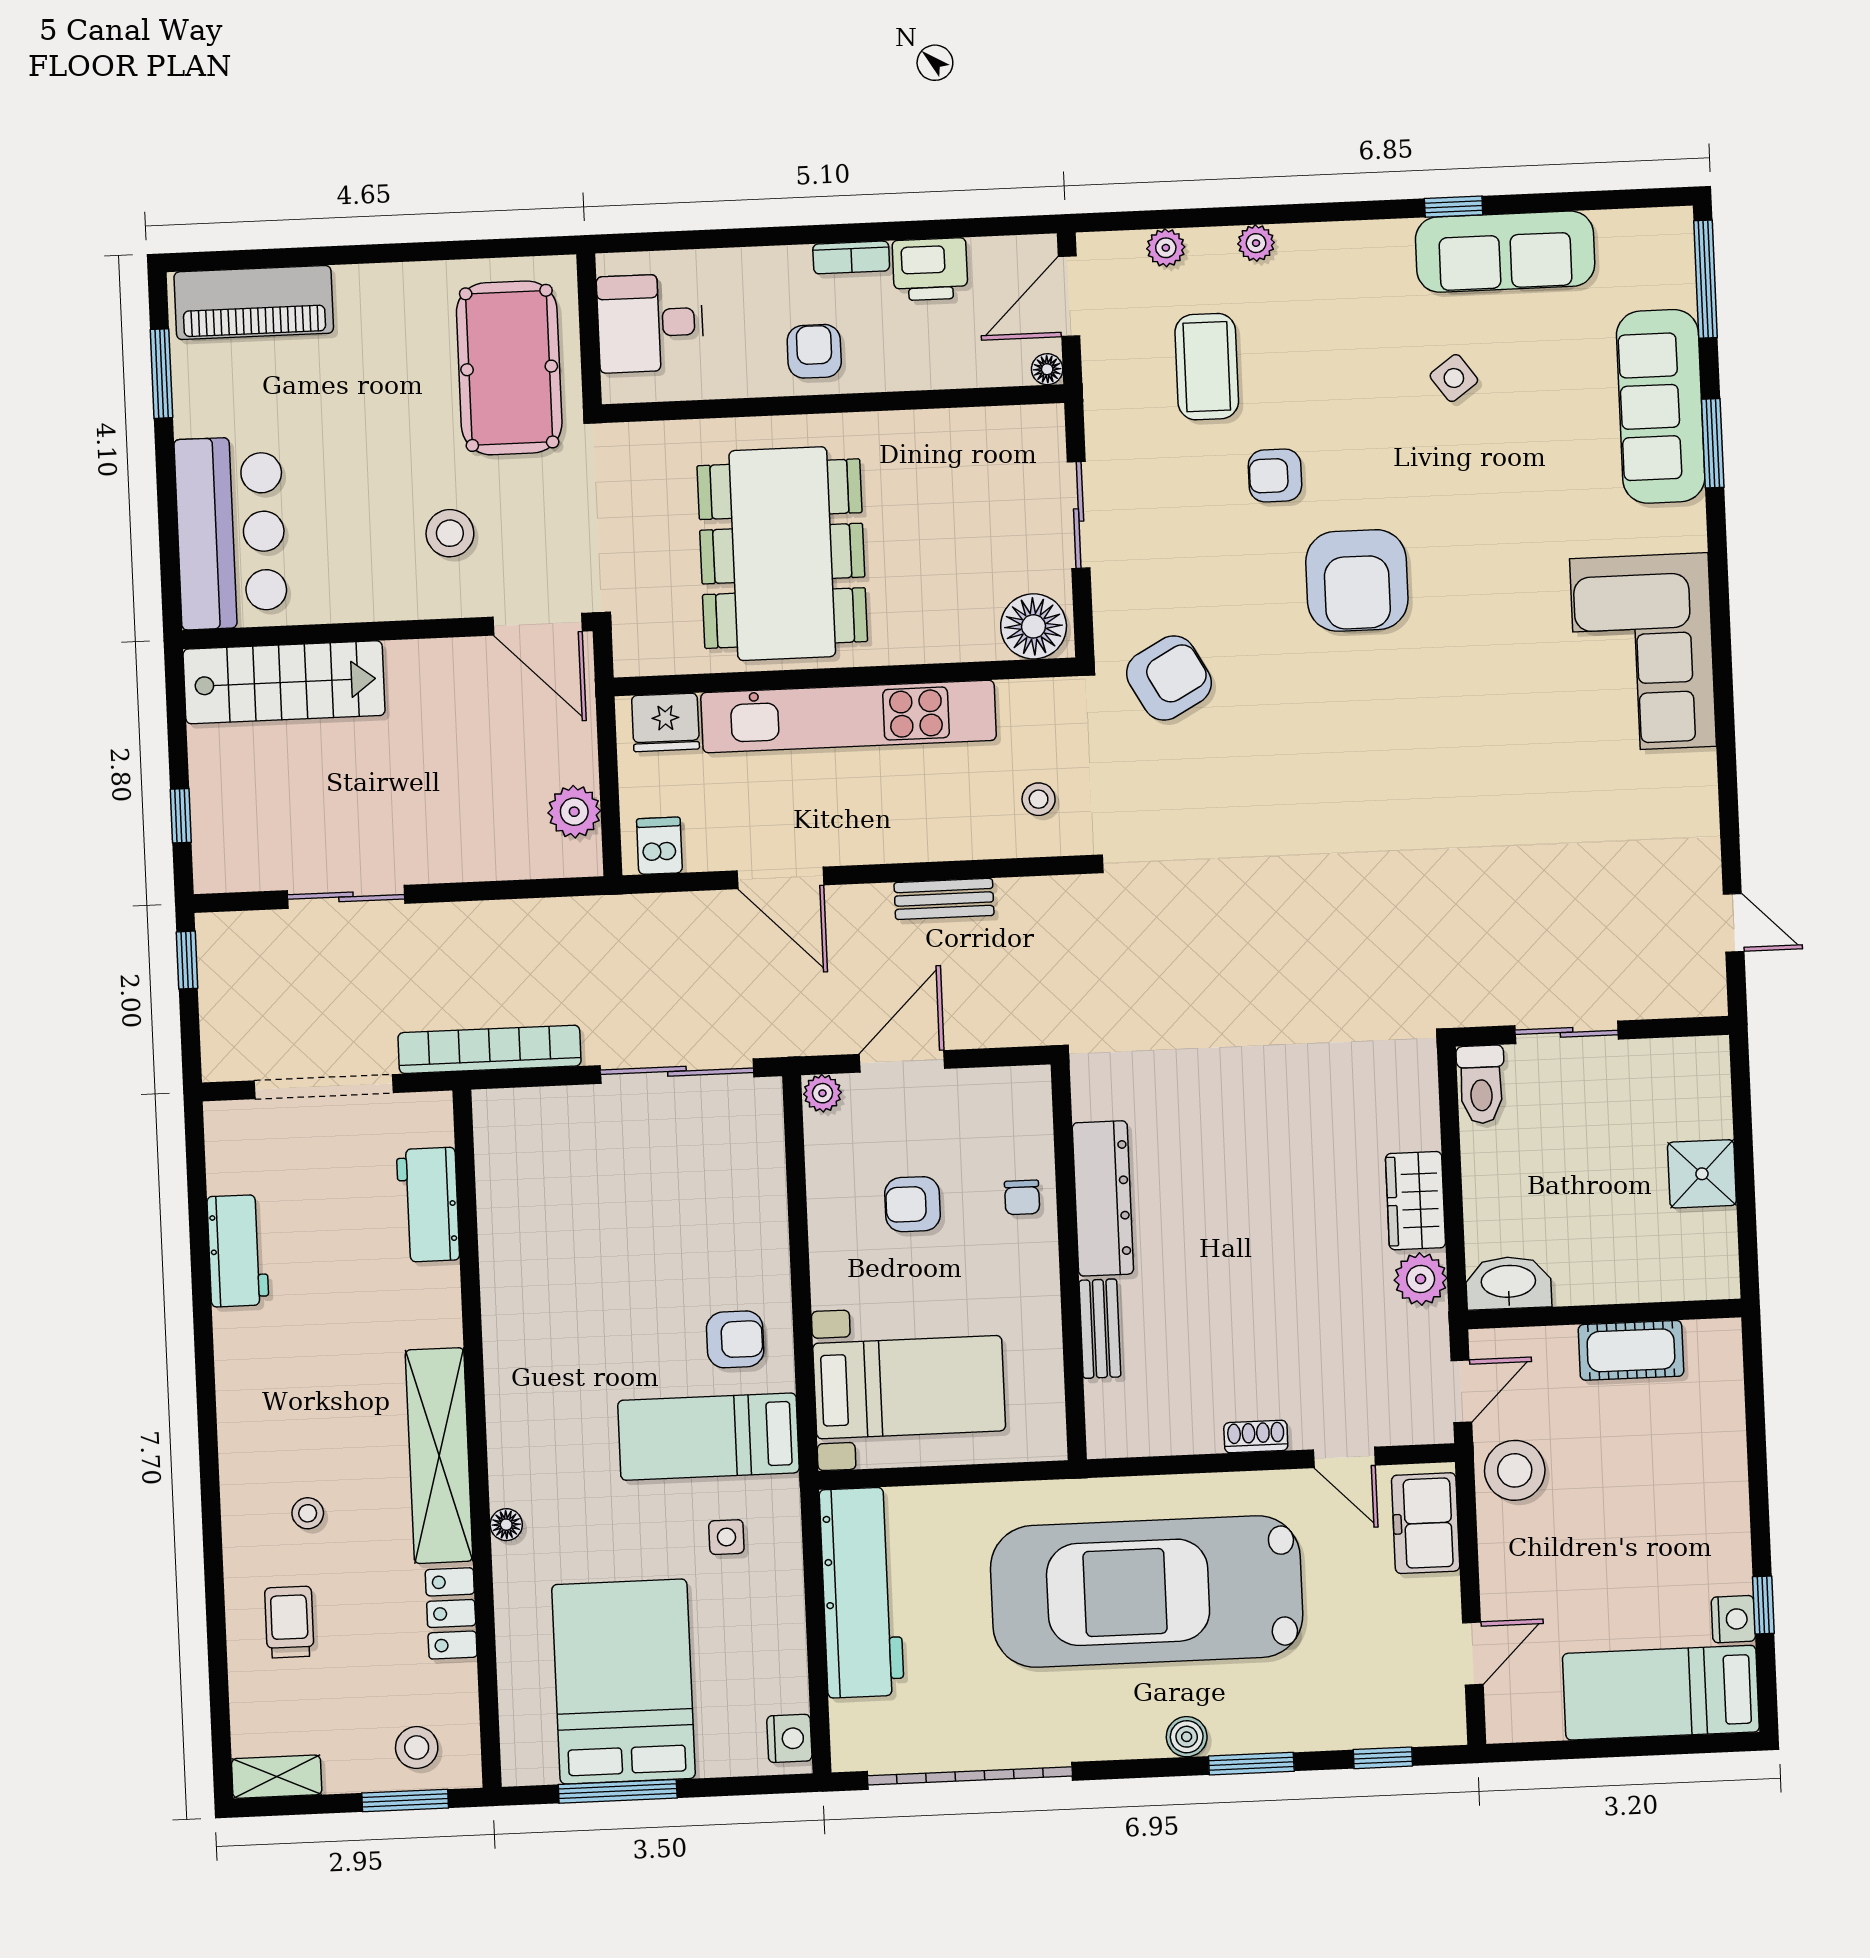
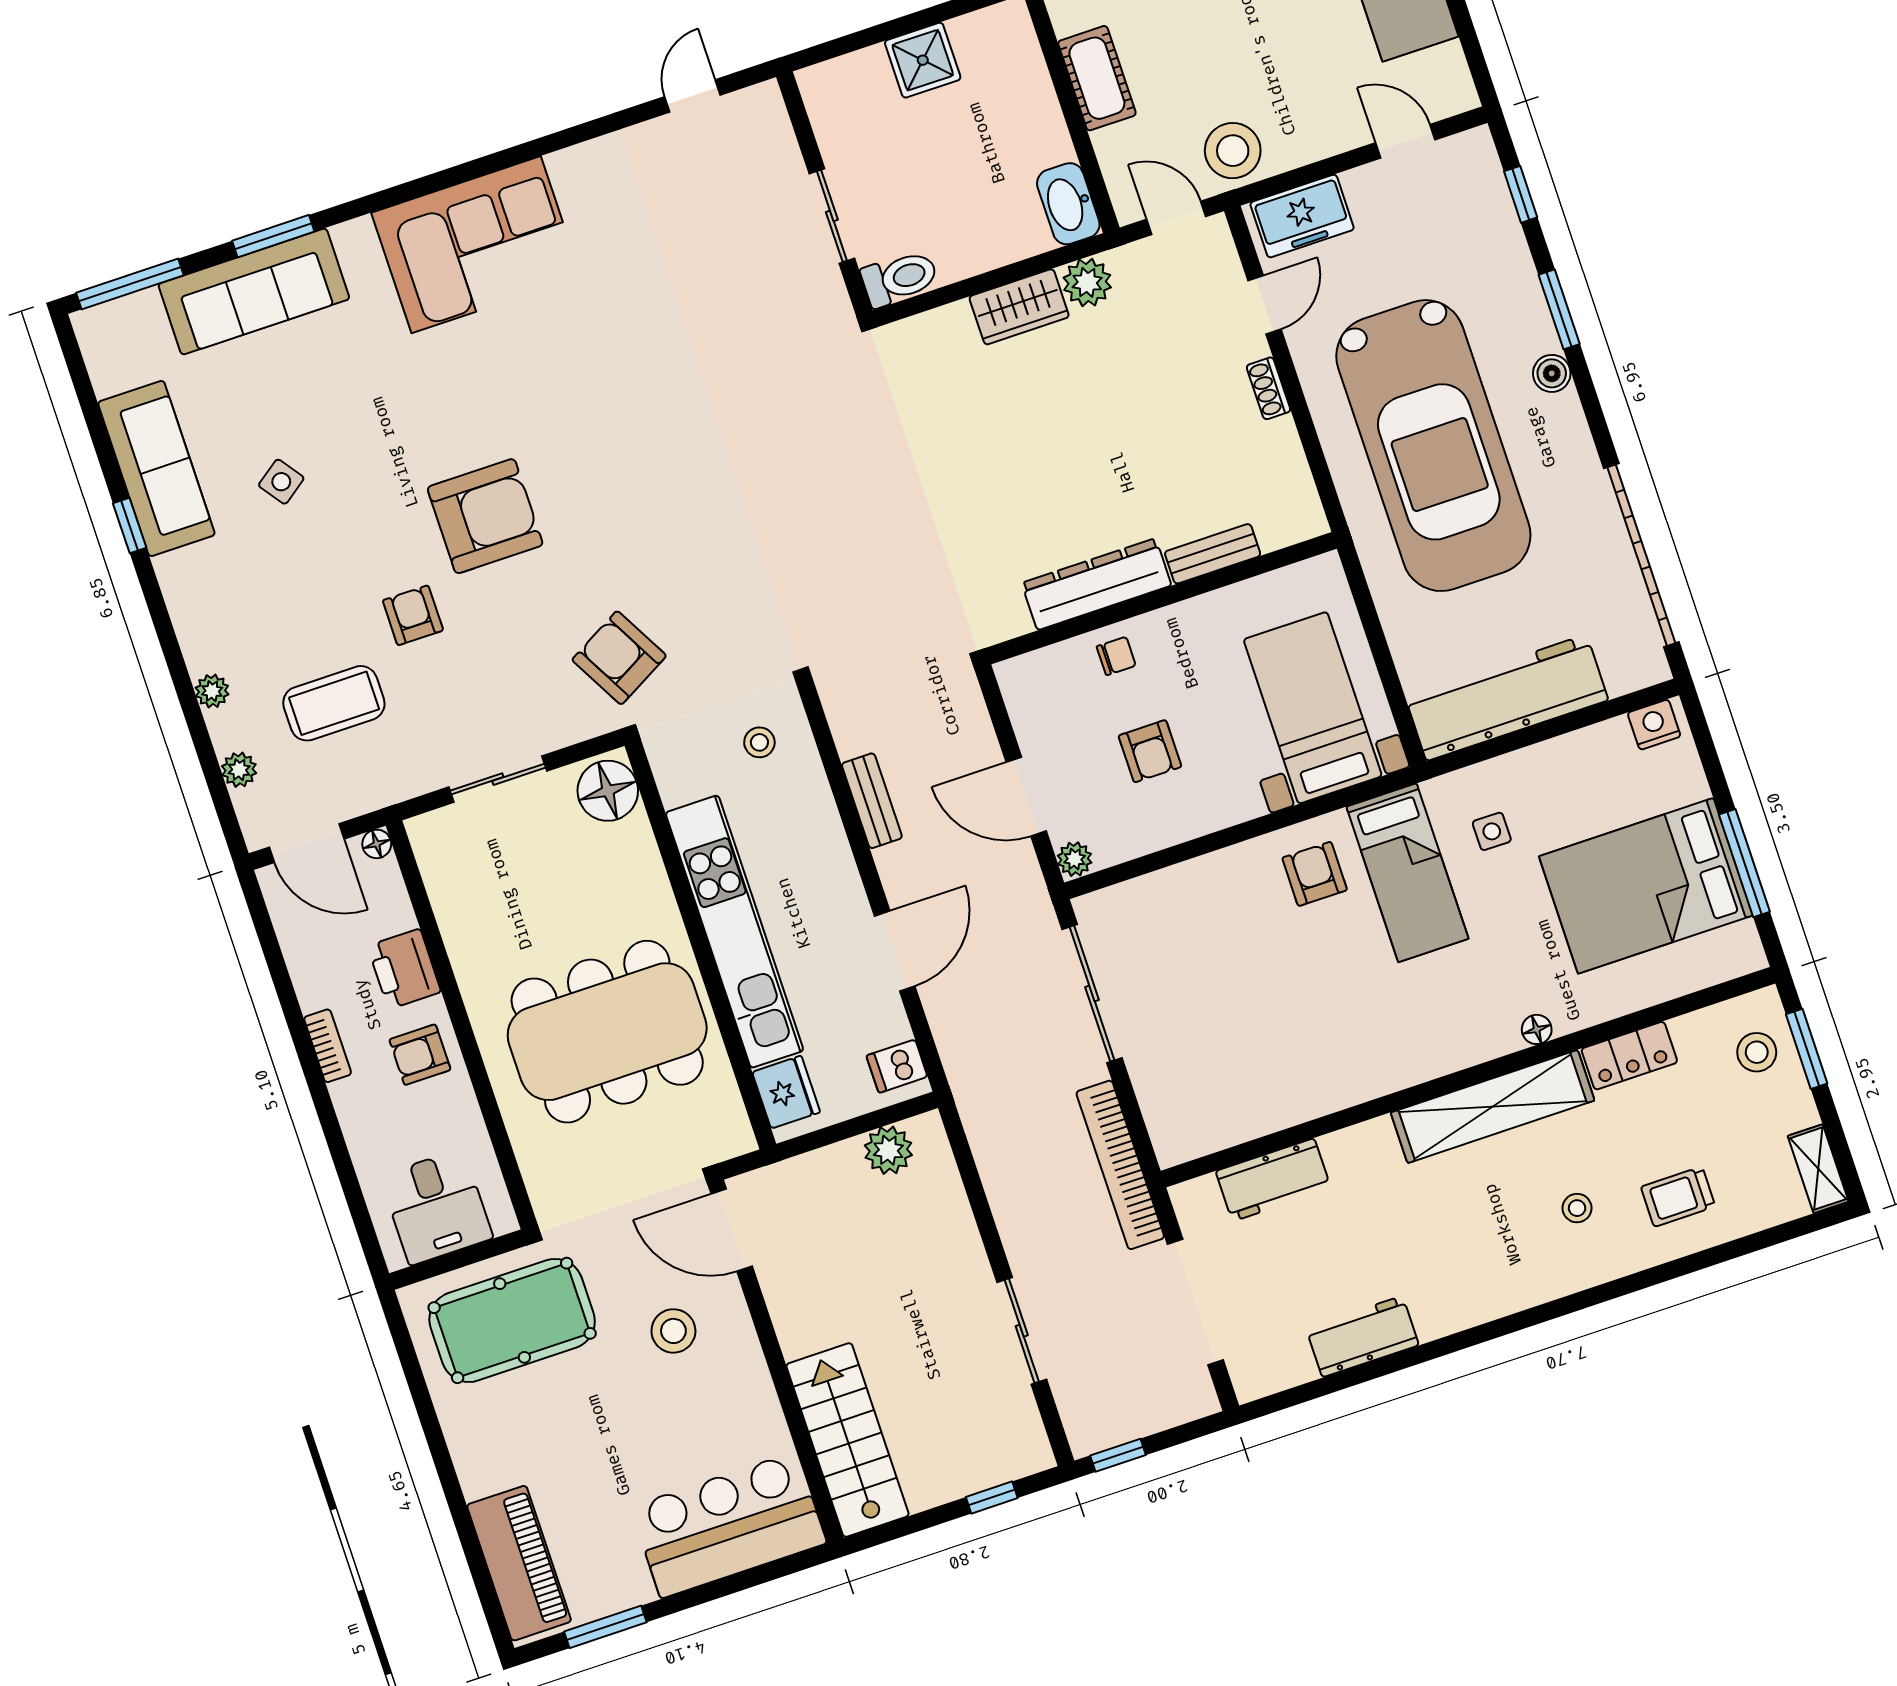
printer: (930, 269) -> (404, 969), moved, turned 180
armchair: (1275, 475) -> (413, 615), turned 180
door: (538, 624) -> (732, 1230), swing flipped

